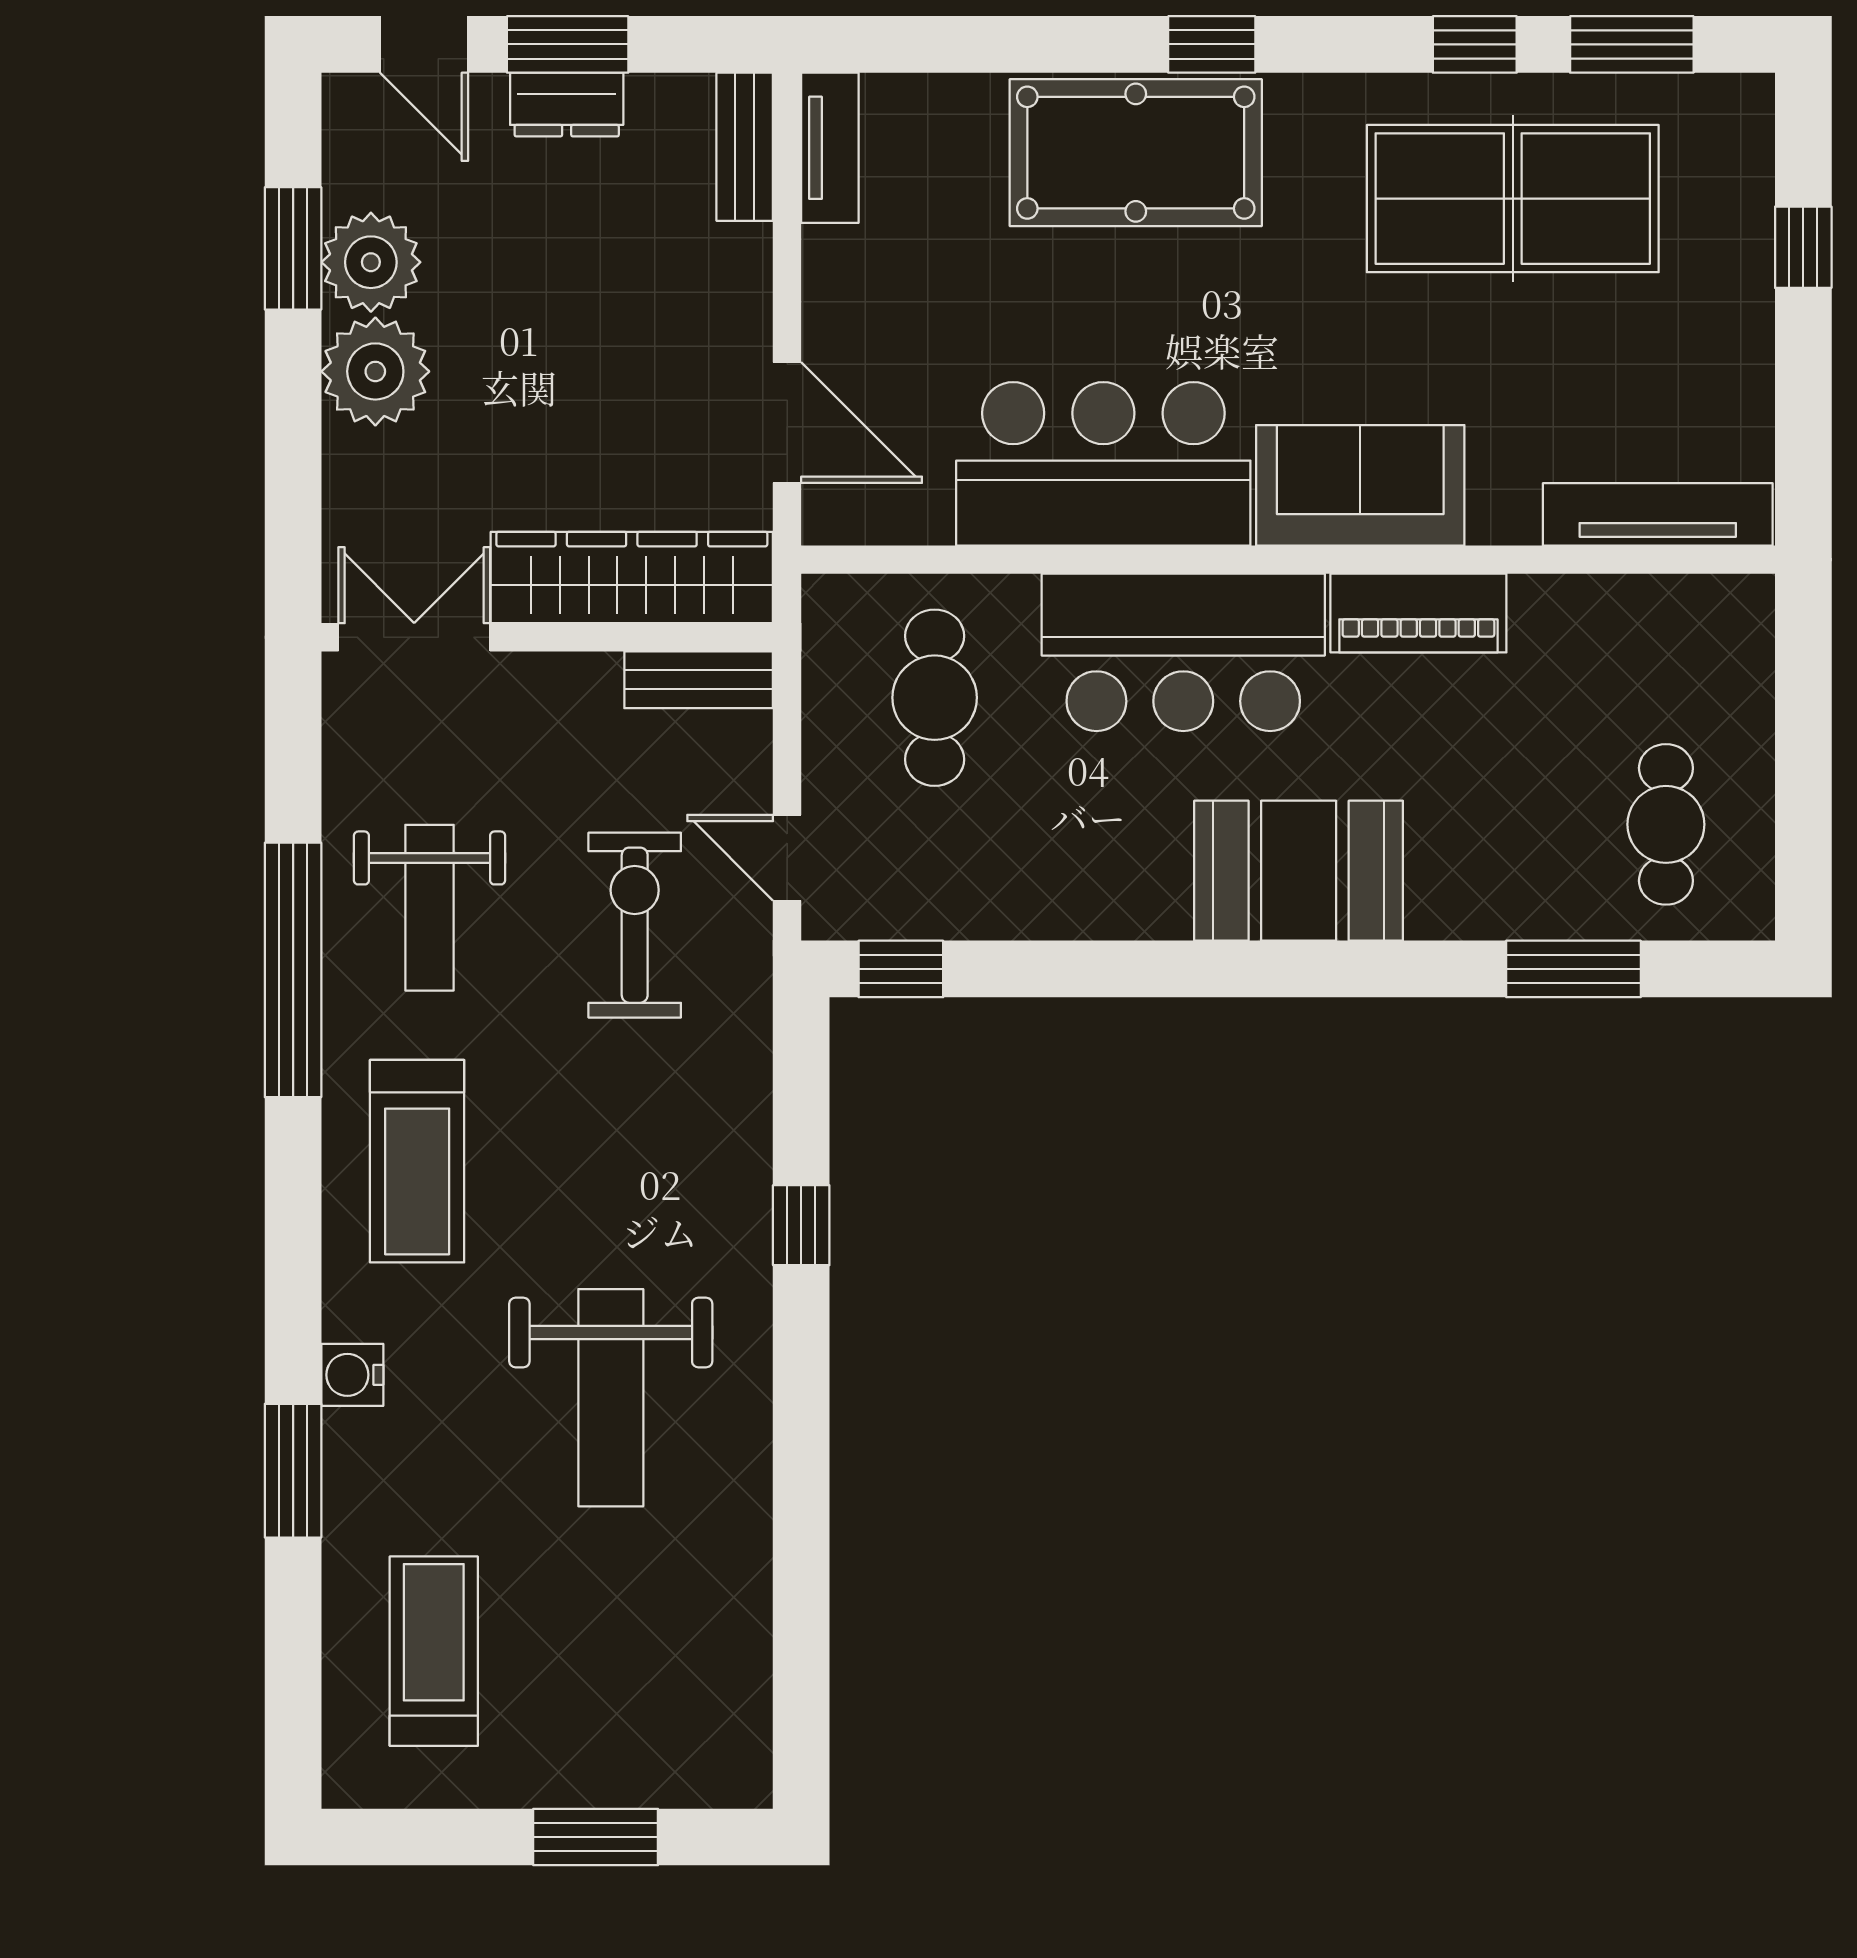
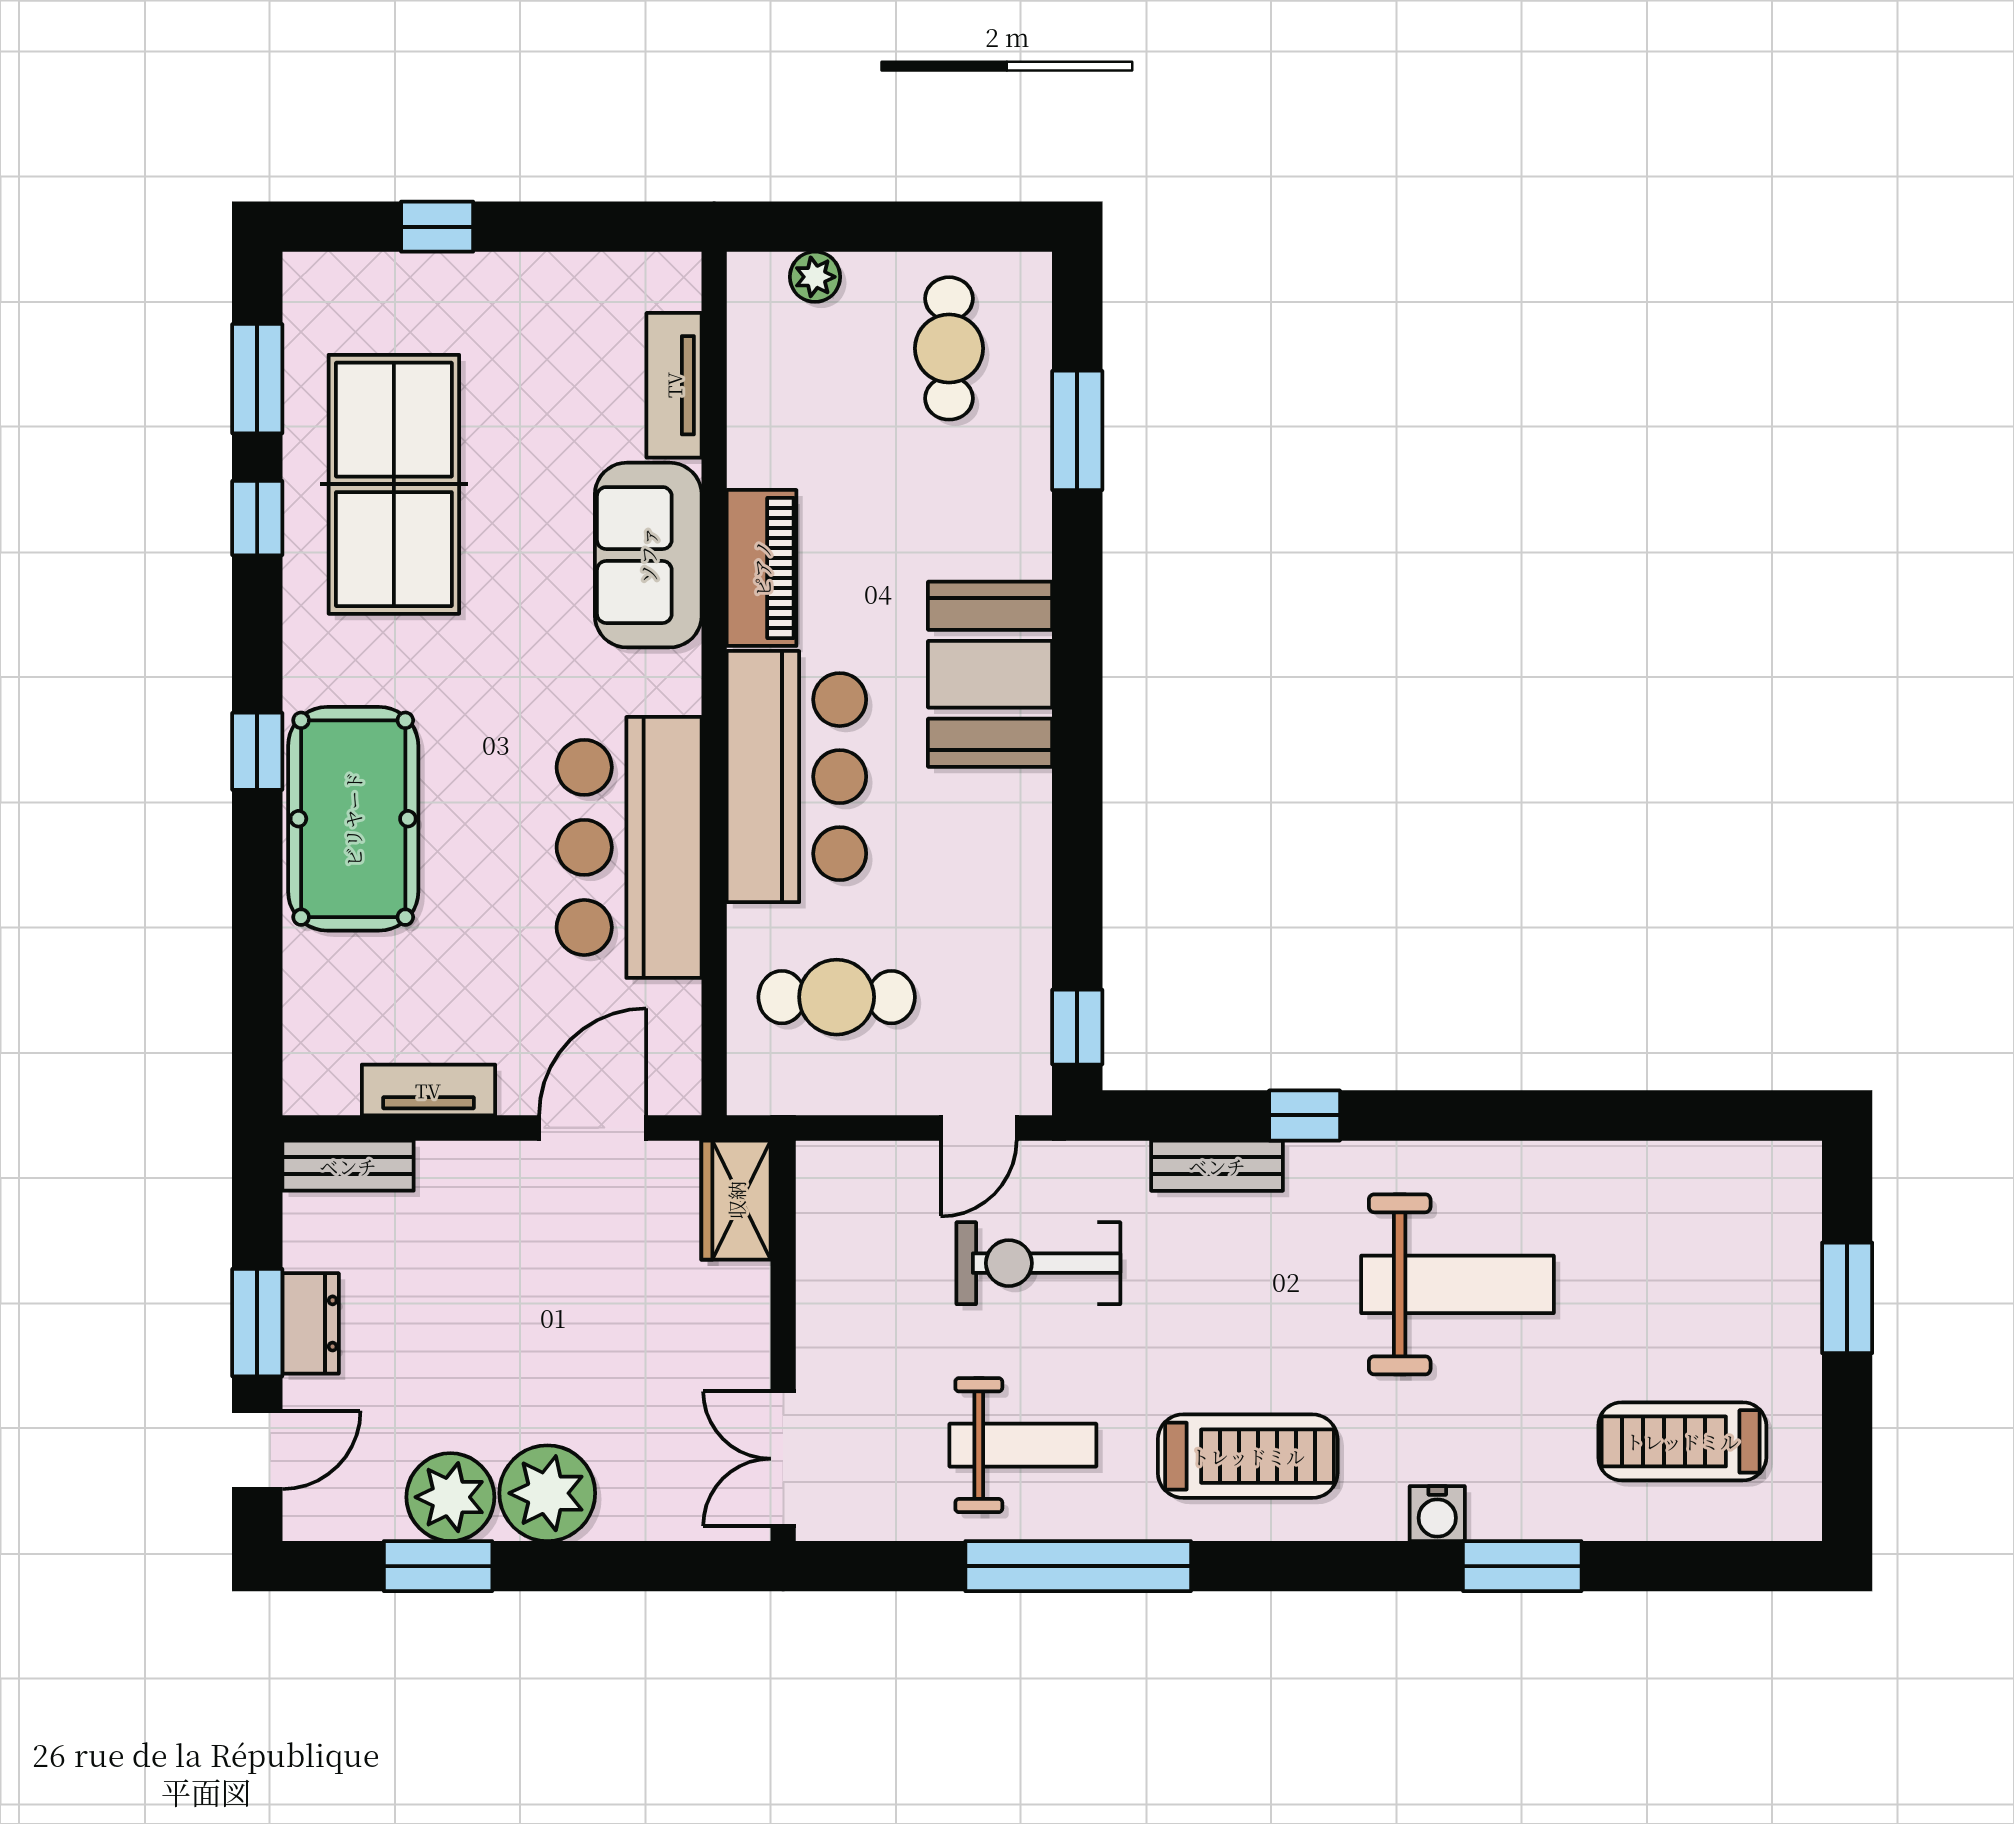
tv unit: (830, 148) -> (428, 1090), moved
sofa: (1360, 485) -> (648, 555), moved
tv unit: (1658, 514) -> (674, 385), width x0.71
wardrobe: (632, 577) -> (736, 1200), width x0.48, depth x0.85
plant: (1747, 673) -> (815, 277), added
bench: (699, 680) -> (1217, 1166), moved, turned 90
cafe table: (1666, 824) -> (949, 348), turned 90

